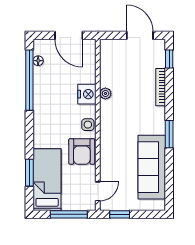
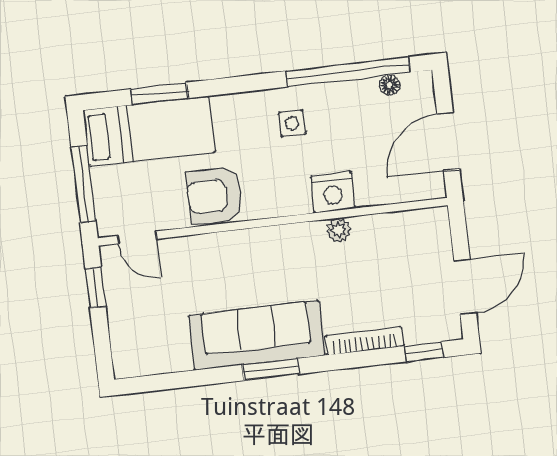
side table: (88, 125) -> (292, 123), moved
sofa: (152, 167) -> (257, 335), moved

